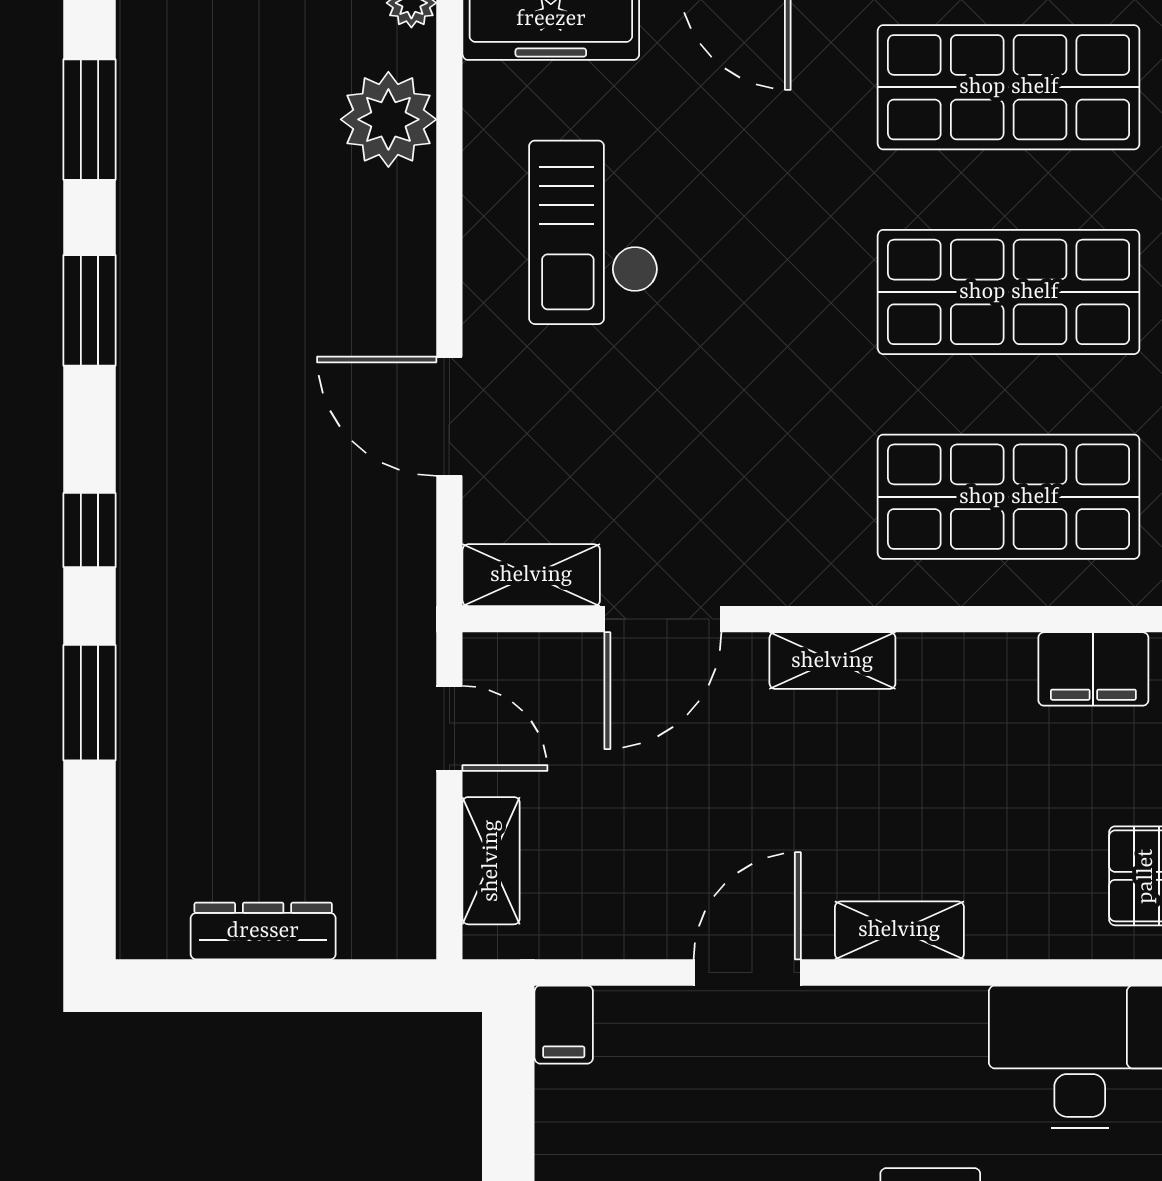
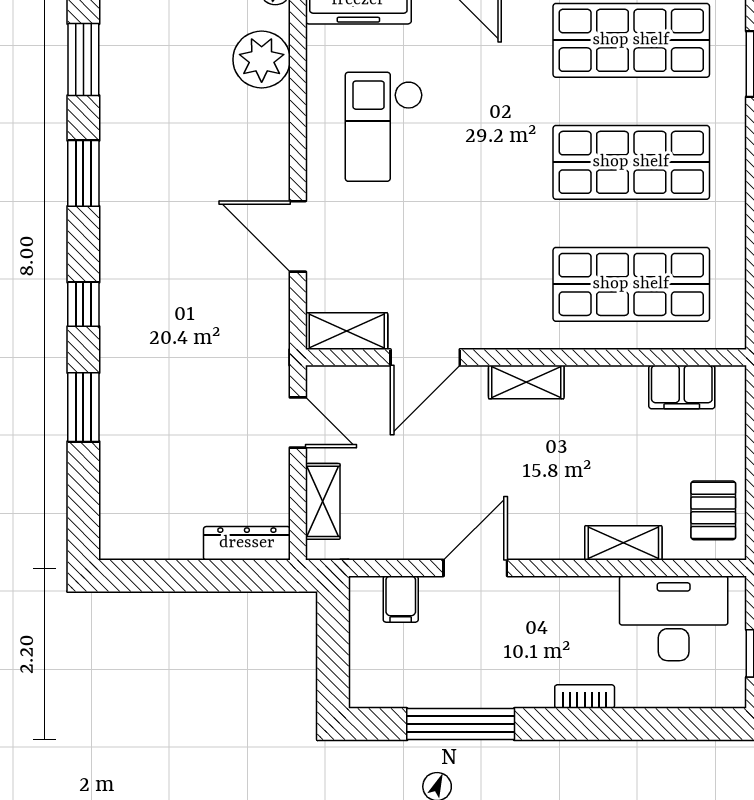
shelving: (899, 930) -> (623, 543), moved
dresser: (263, 931) -> (247, 543), moved
filing cabinet: (564, 1025) -> (401, 599), moved

